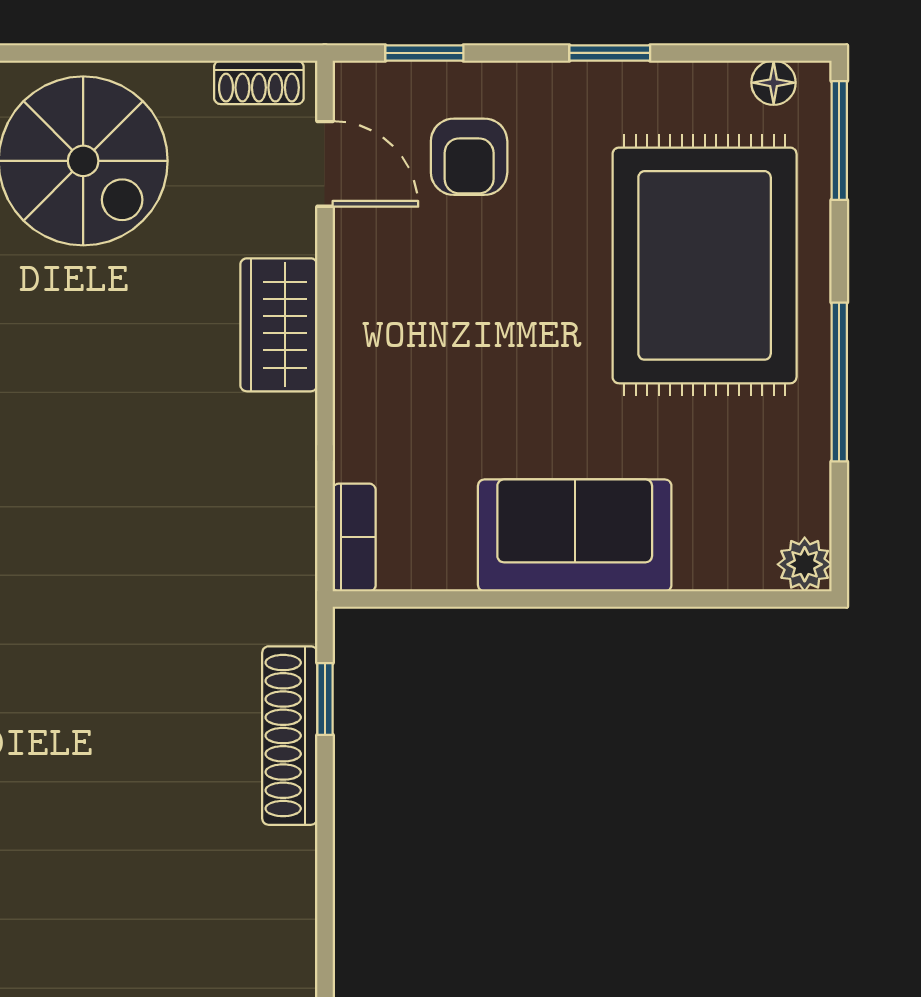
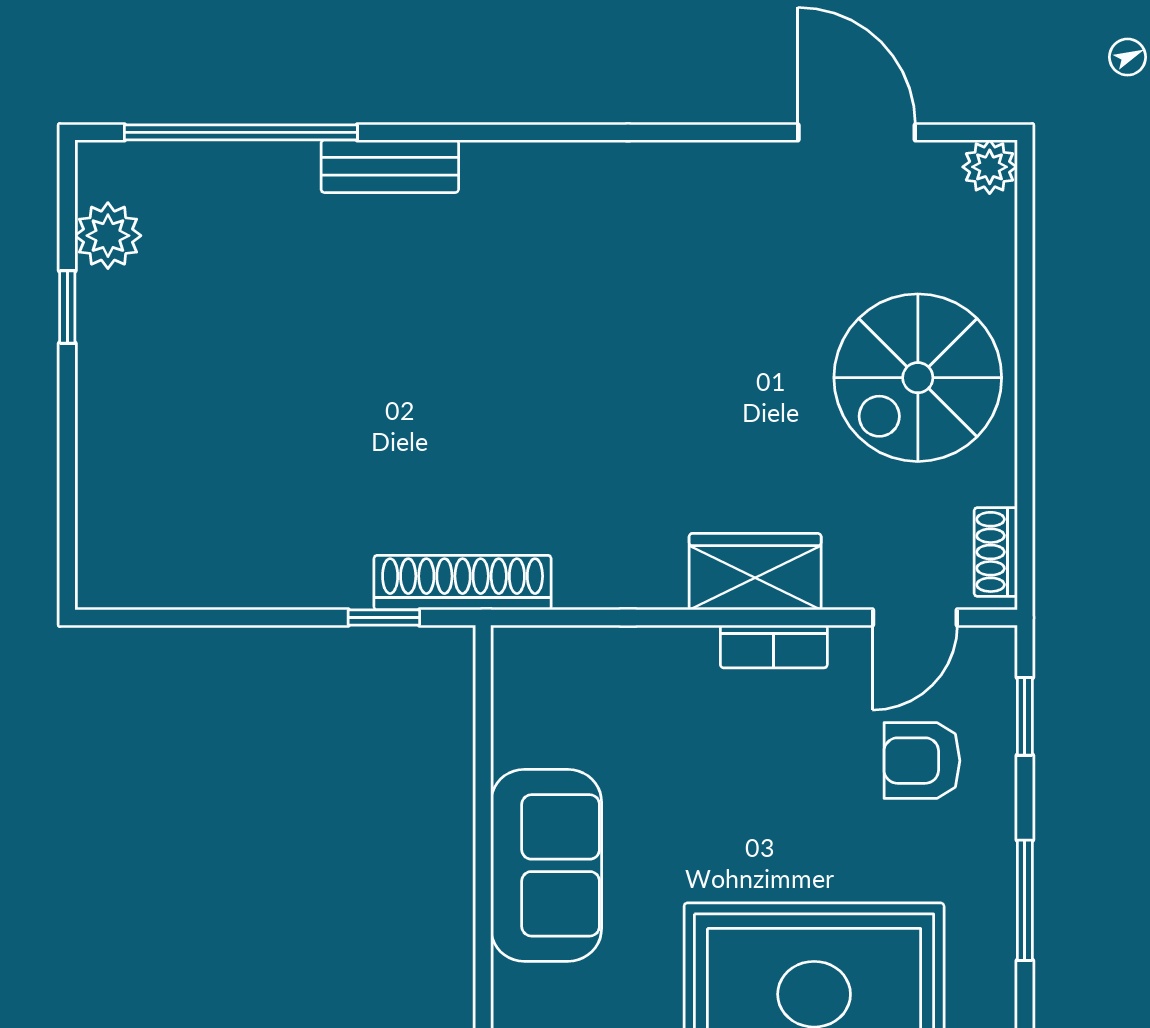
window: (610, 53) -> (1025, 900), width x1.50
bookcase: (354, 537) -> (774, 646), moved
shoe rack: (290, 736) -> (463, 583), moved

